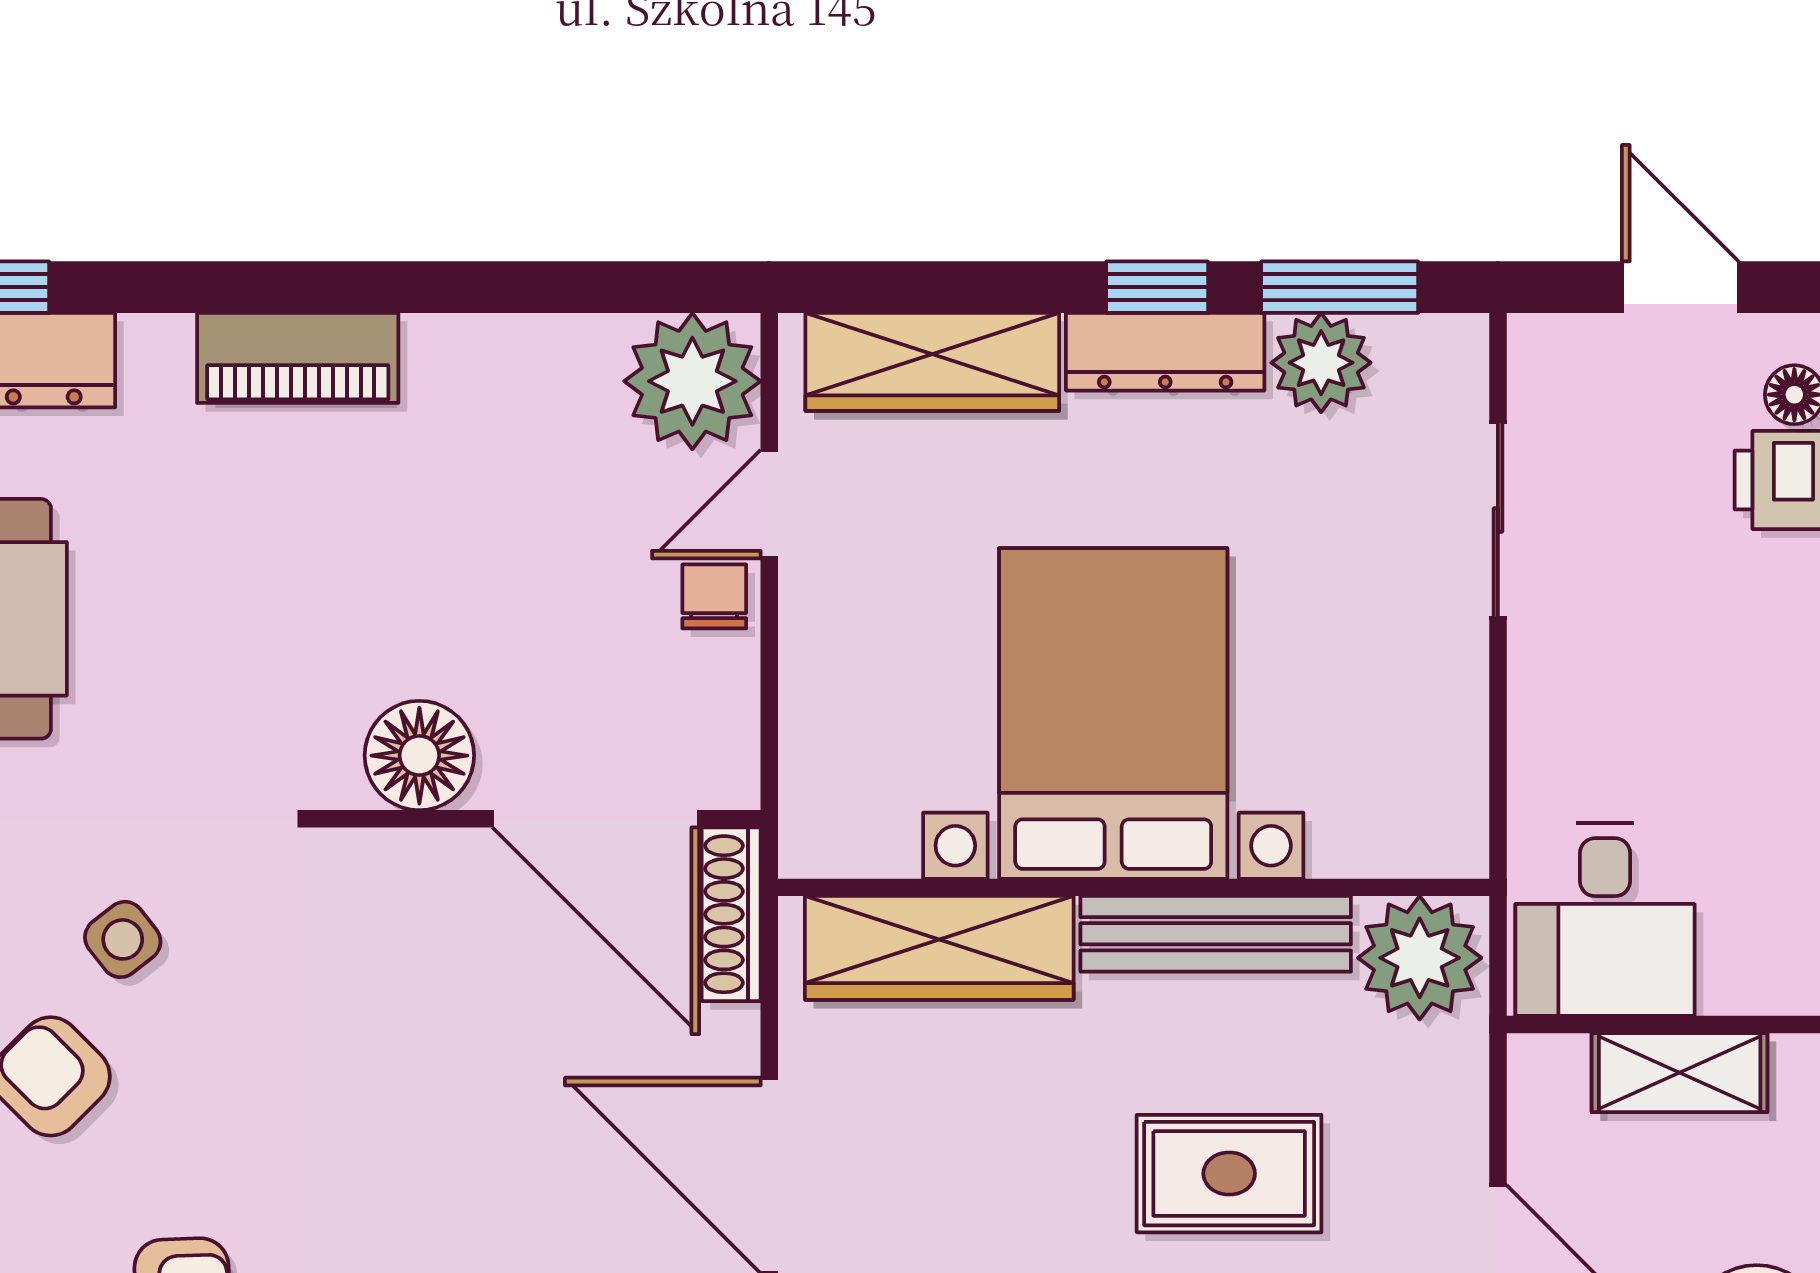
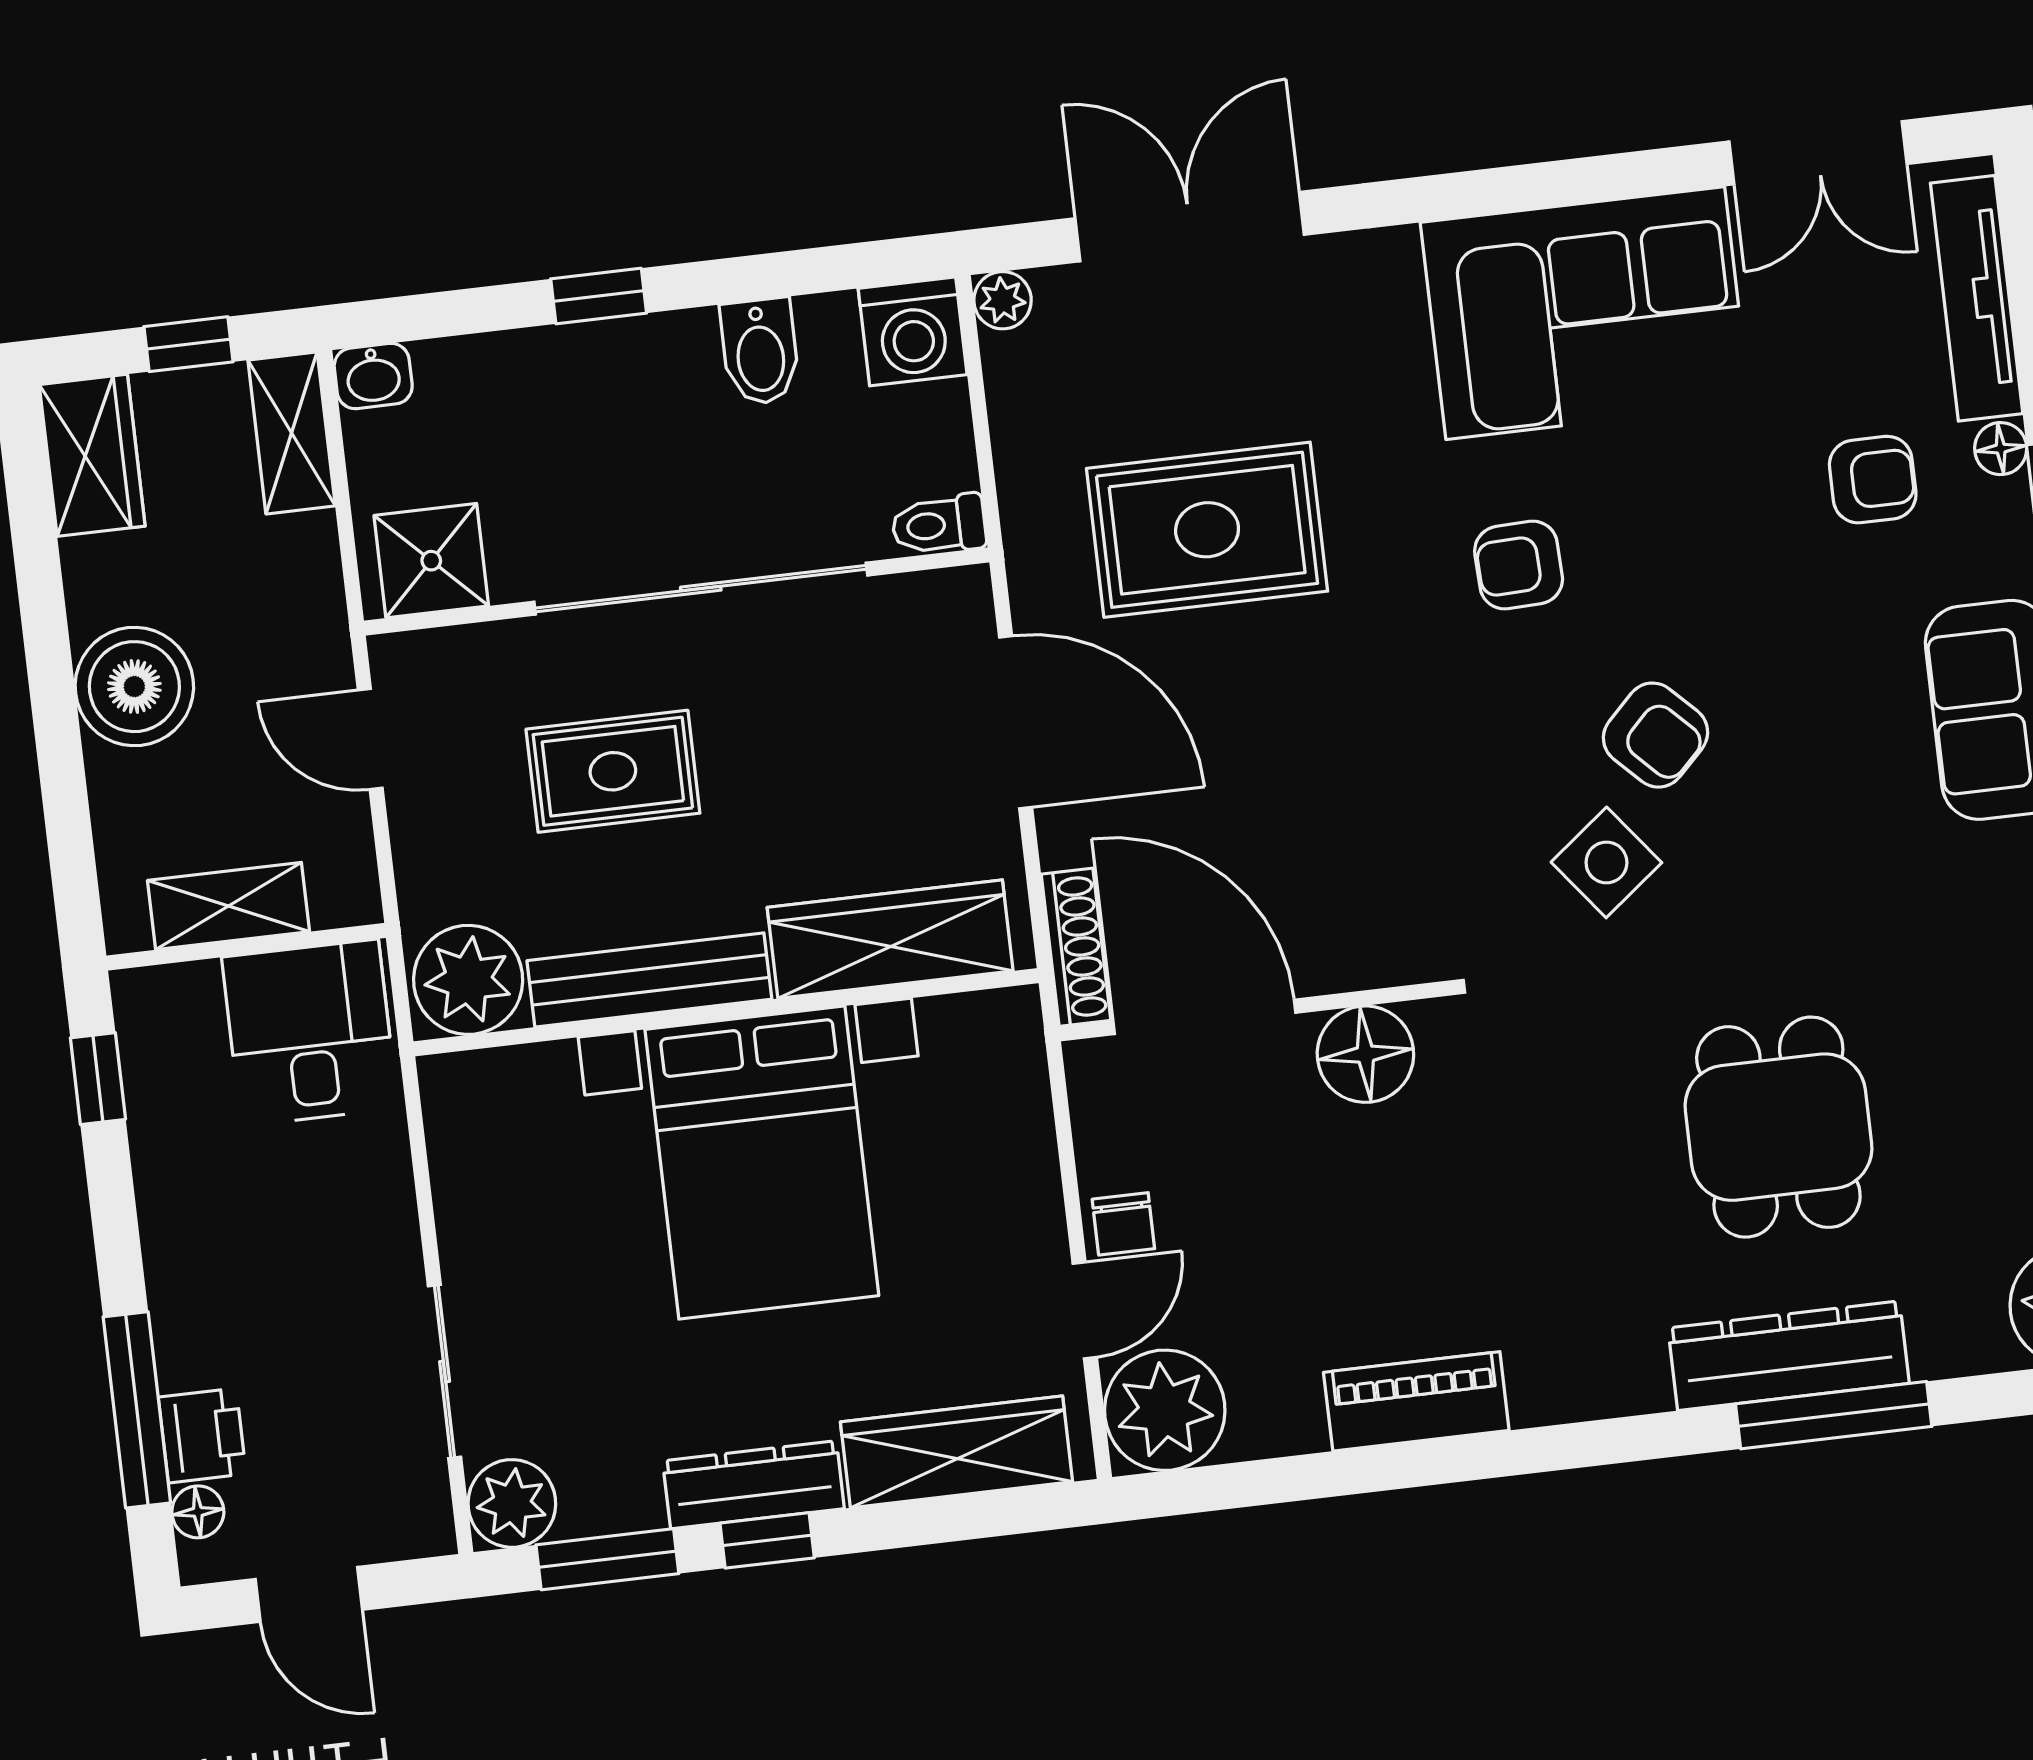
piano: (298, 358) -> (1416, 1401), moved
plant: (1321, 363) -> (512, 1503), moved
side table: (123, 939) -> (1606, 862), width x1.37, depth x1.37

